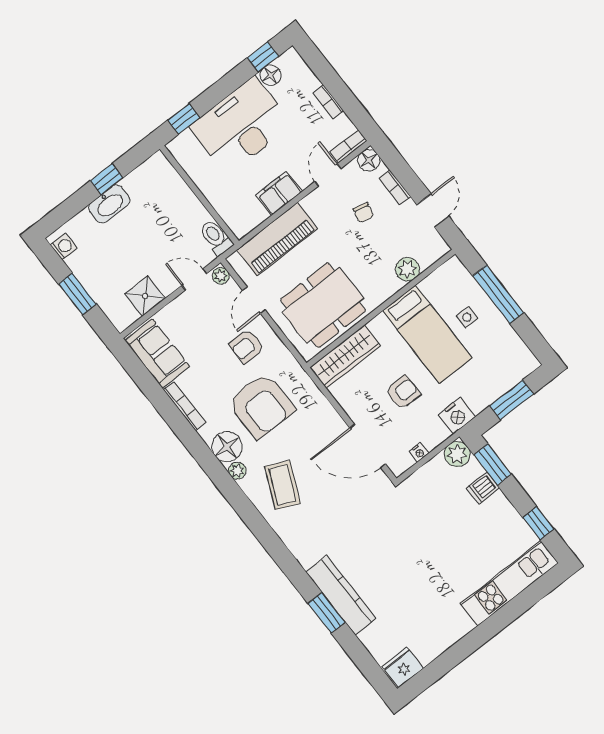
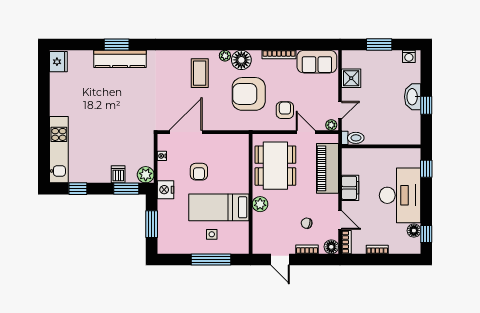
plant: (407, 269) -> (260, 204), moved
wardrobe: (345, 357) -> (240, 156), removed
coffee table: (283, 485) -> (200, 73), turned 66

